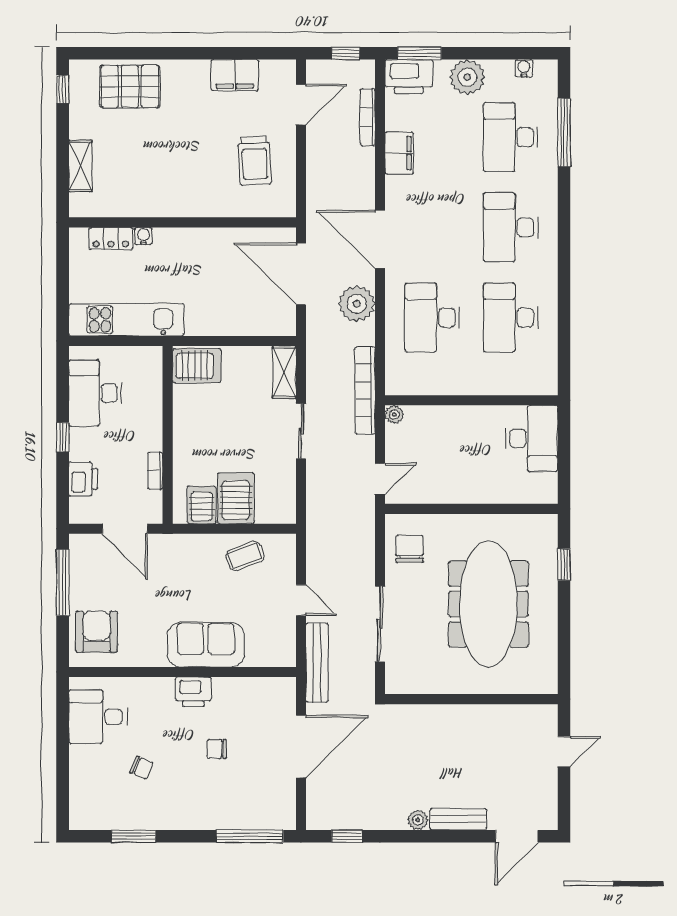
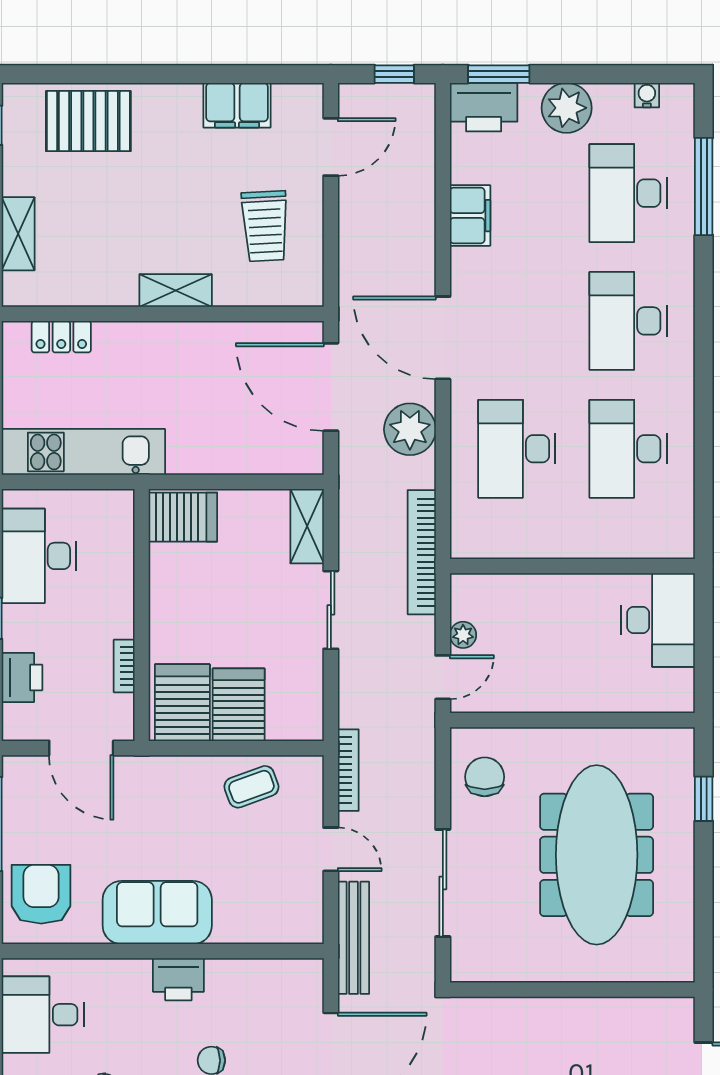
bookcase: (368, 117) -> (348, 770), moved, turned 180
shelving: (192, 206) -> (176, 291), added
water cooler: (143, 236) -> (108, 333), removed
plant: (394, 415) -> (463, 635), moved
server rack: (201, 505) -> (182, 703), width x1.36, depth x1.44
sofa: (206, 645) -> (157, 913), moved

